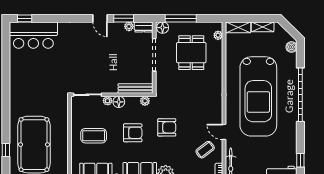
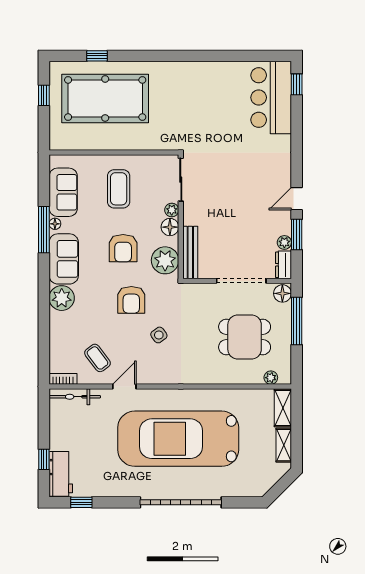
boiler: (291, 47) -> (253, 489), removed
plant: (145, 101) -> (165, 260), width x1.88, depth x1.88
side table: (190, 109) -> (159, 335), added

